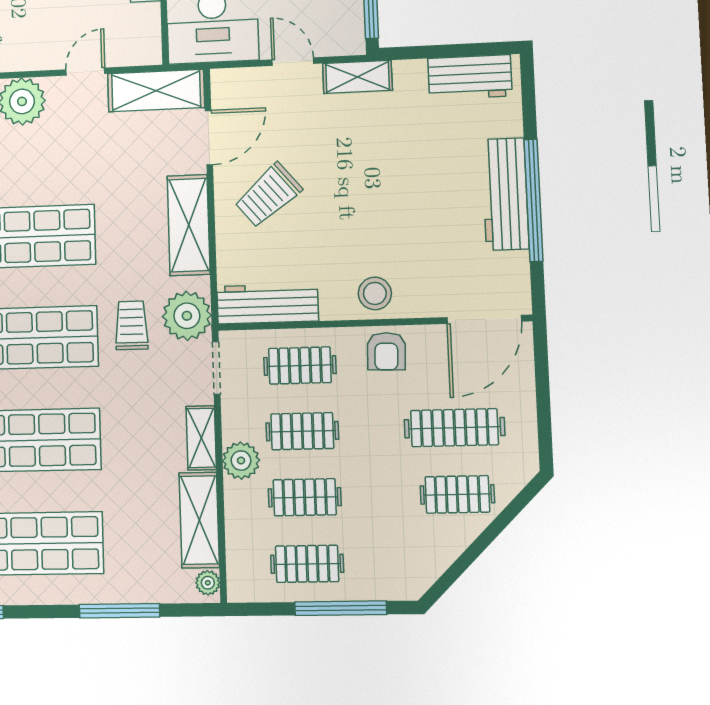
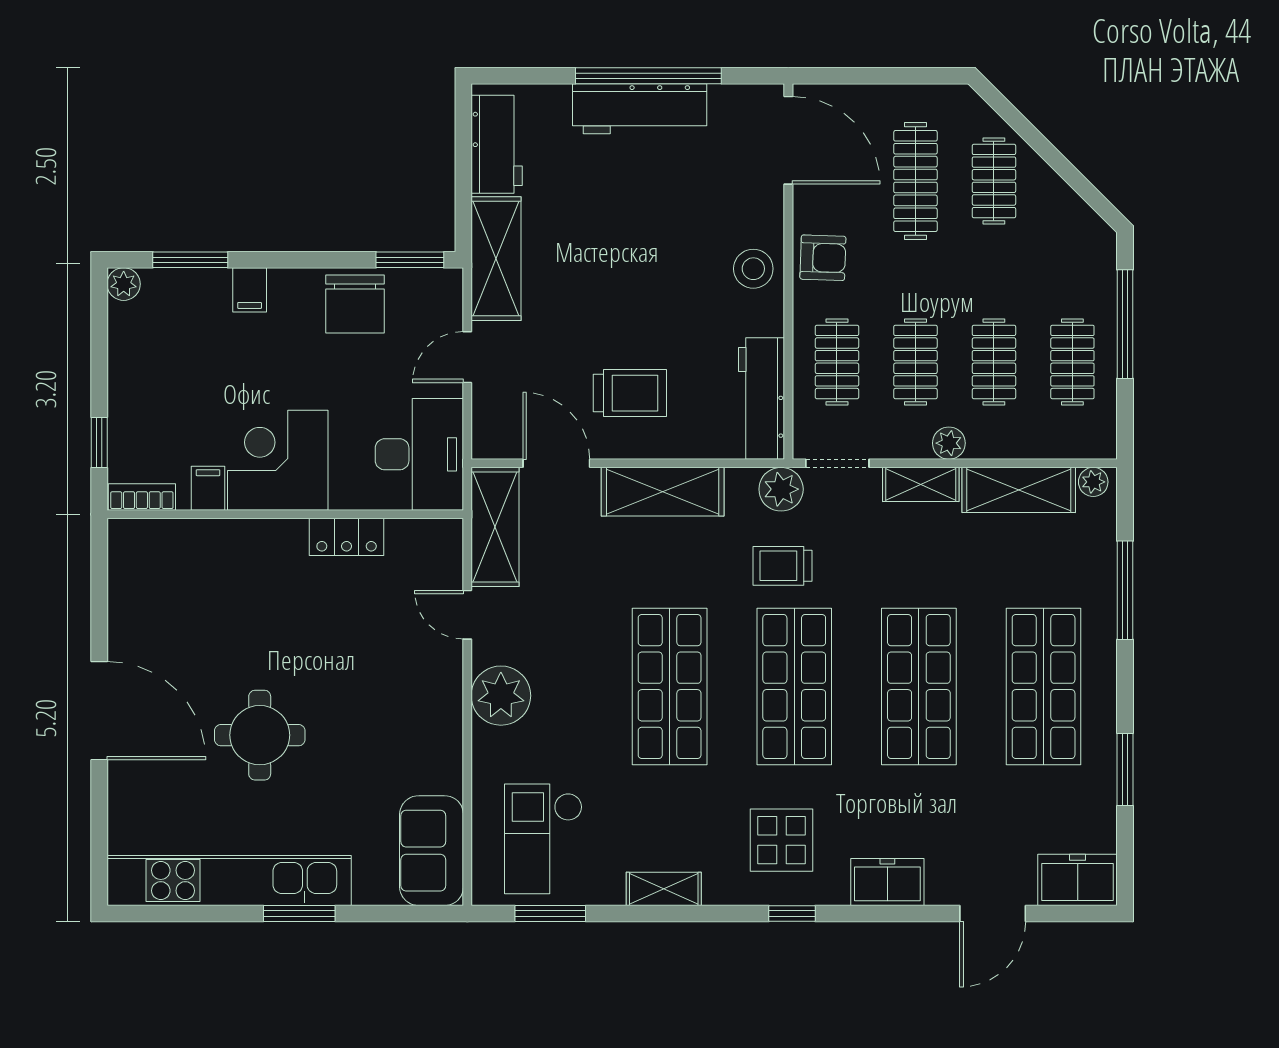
shelving: (357, 77) -> (496, 259), width x1.50, depth x1.33
trolley: (268, 195) -> (630, 393), turned -50
plant: (187, 316) -> (781, 489), width x0.73, depth x0.73
plant: (241, 461) -> (949, 443), width x0.73, depth x0.73

